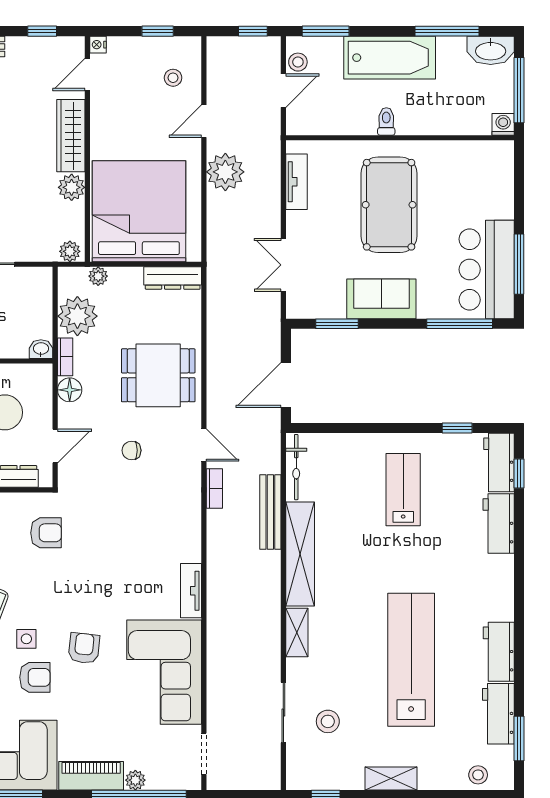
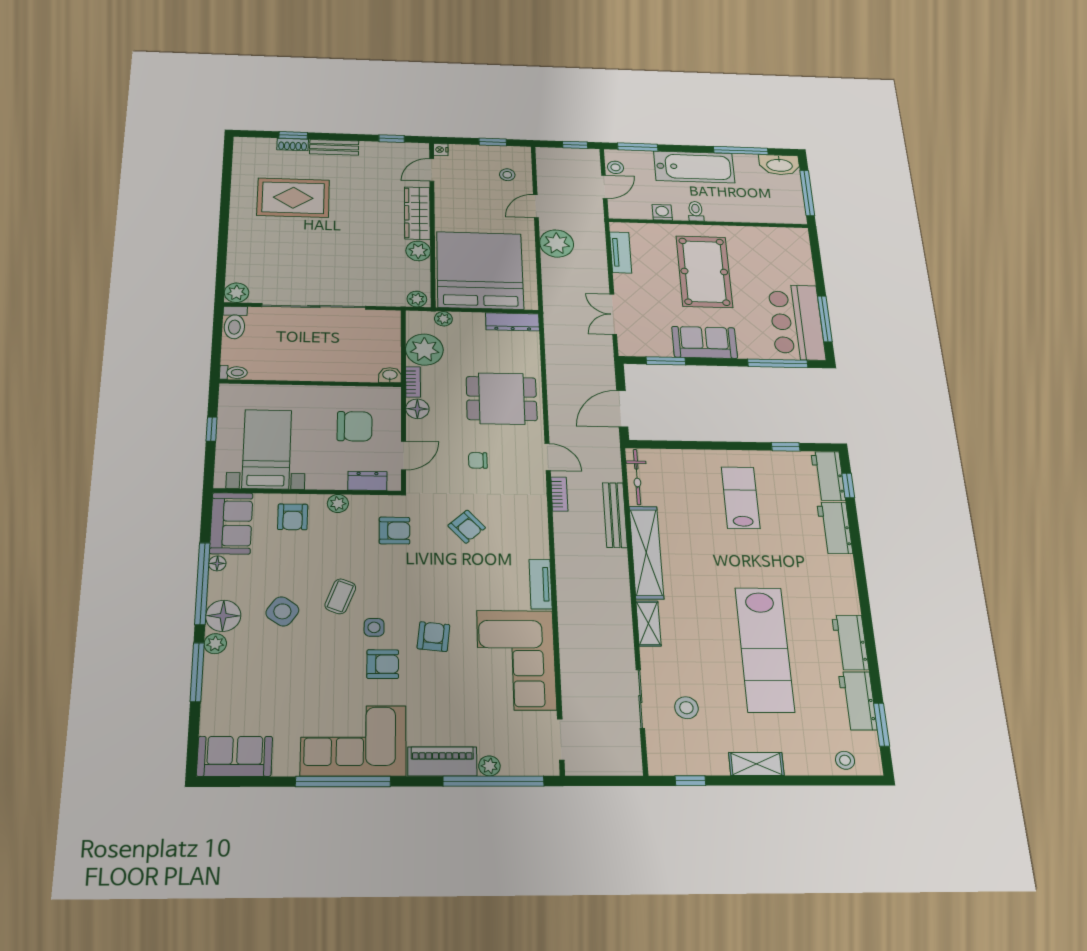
washing machine: (503, 124) -> (662, 212), moved
armchair: (119, 527) -> (467, 527), added
lab bench: (411, 660) -> (765, 649), turned 180

